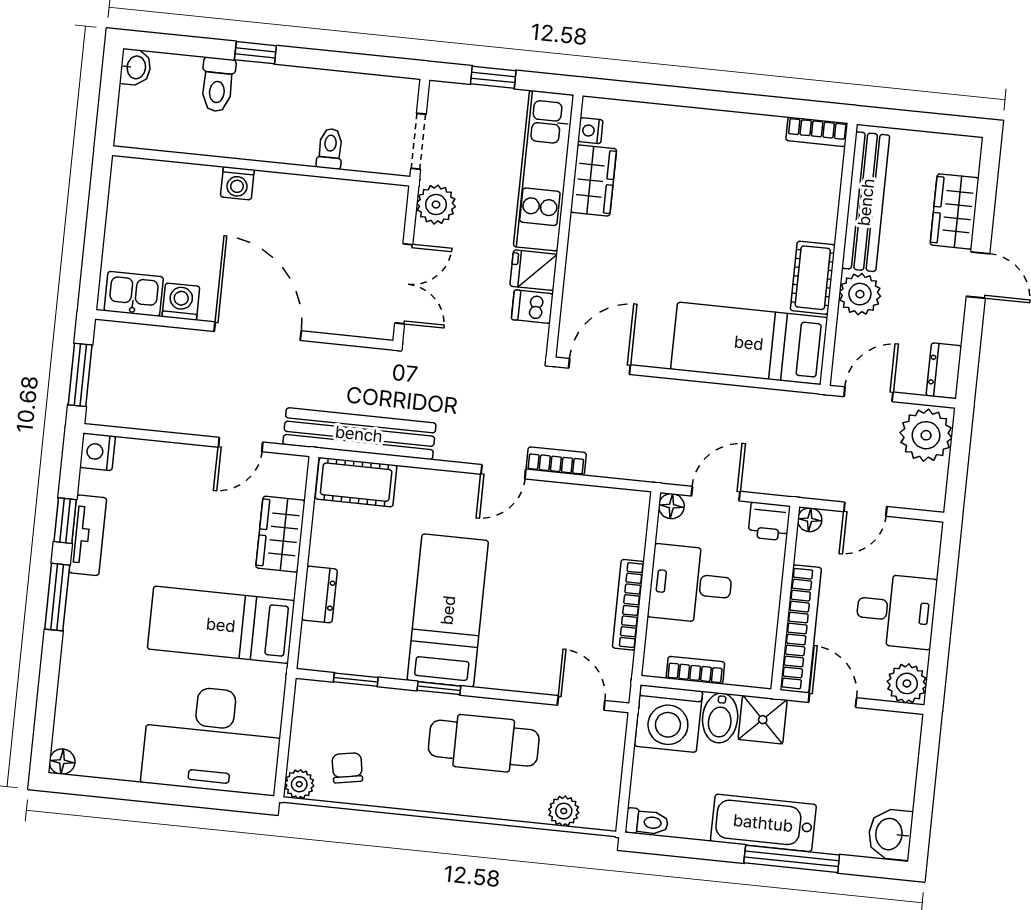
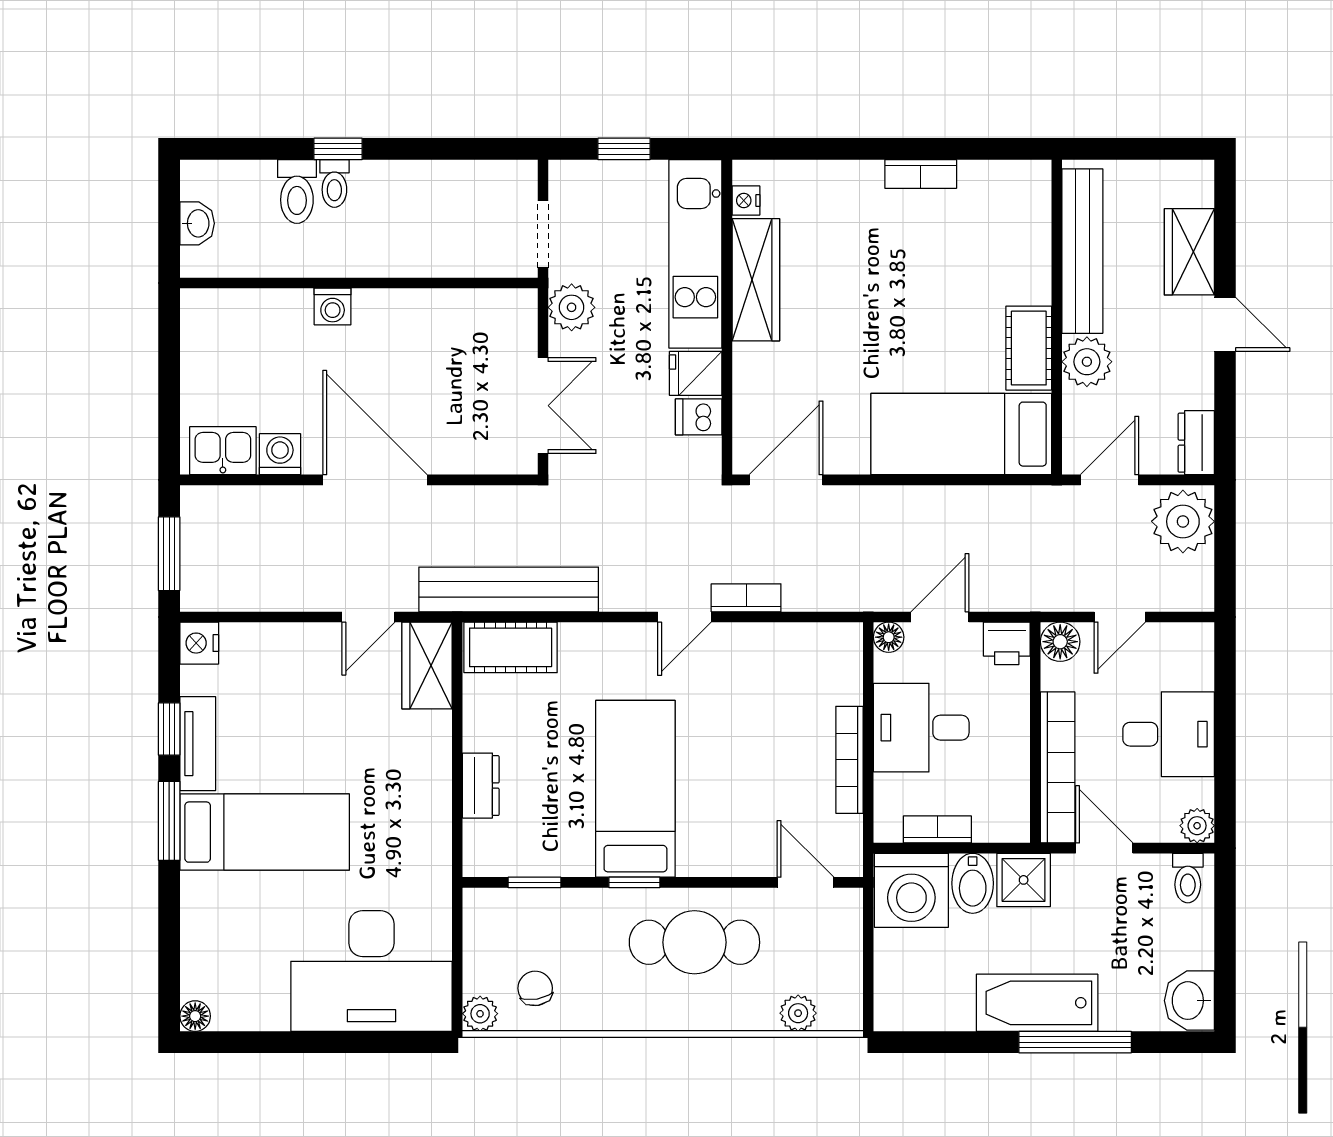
washbasin: (135, 67) -> (197, 223), moved
bookcase: (817, 132) -> (921, 174), moved
toilet: (330, 149) -> (334, 183), moved, turned 180
wardrobe: (593, 180) -> (756, 280), width x1.50
floor lamp: (810, 520) -> (1060, 642), width x1.37, depth x1.37
wardrobe: (280, 534) -> (427, 665), moved
bed: (221, 625) -> (265, 832), moved, turned 180
plant: (907, 683) -> (1197, 826), width x0.73, depth x0.73
toilet: (647, 822) -> (1188, 878), moved, turned 90

